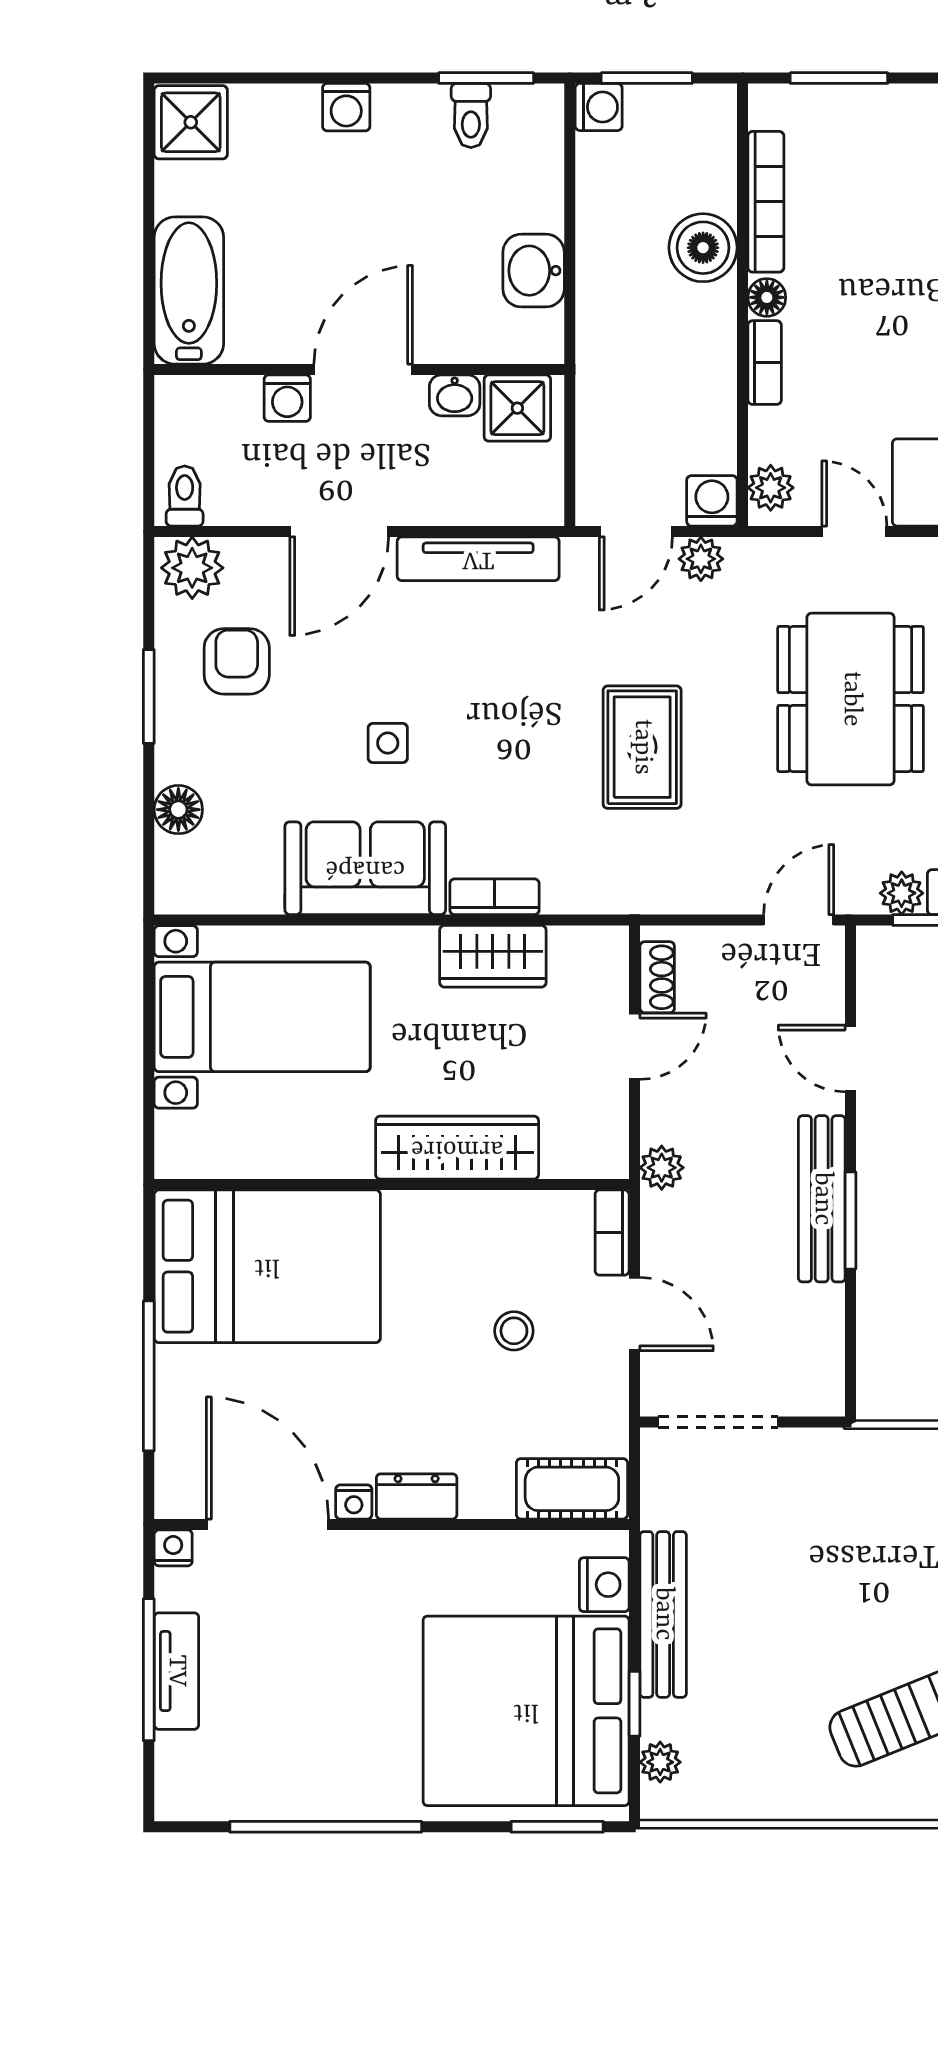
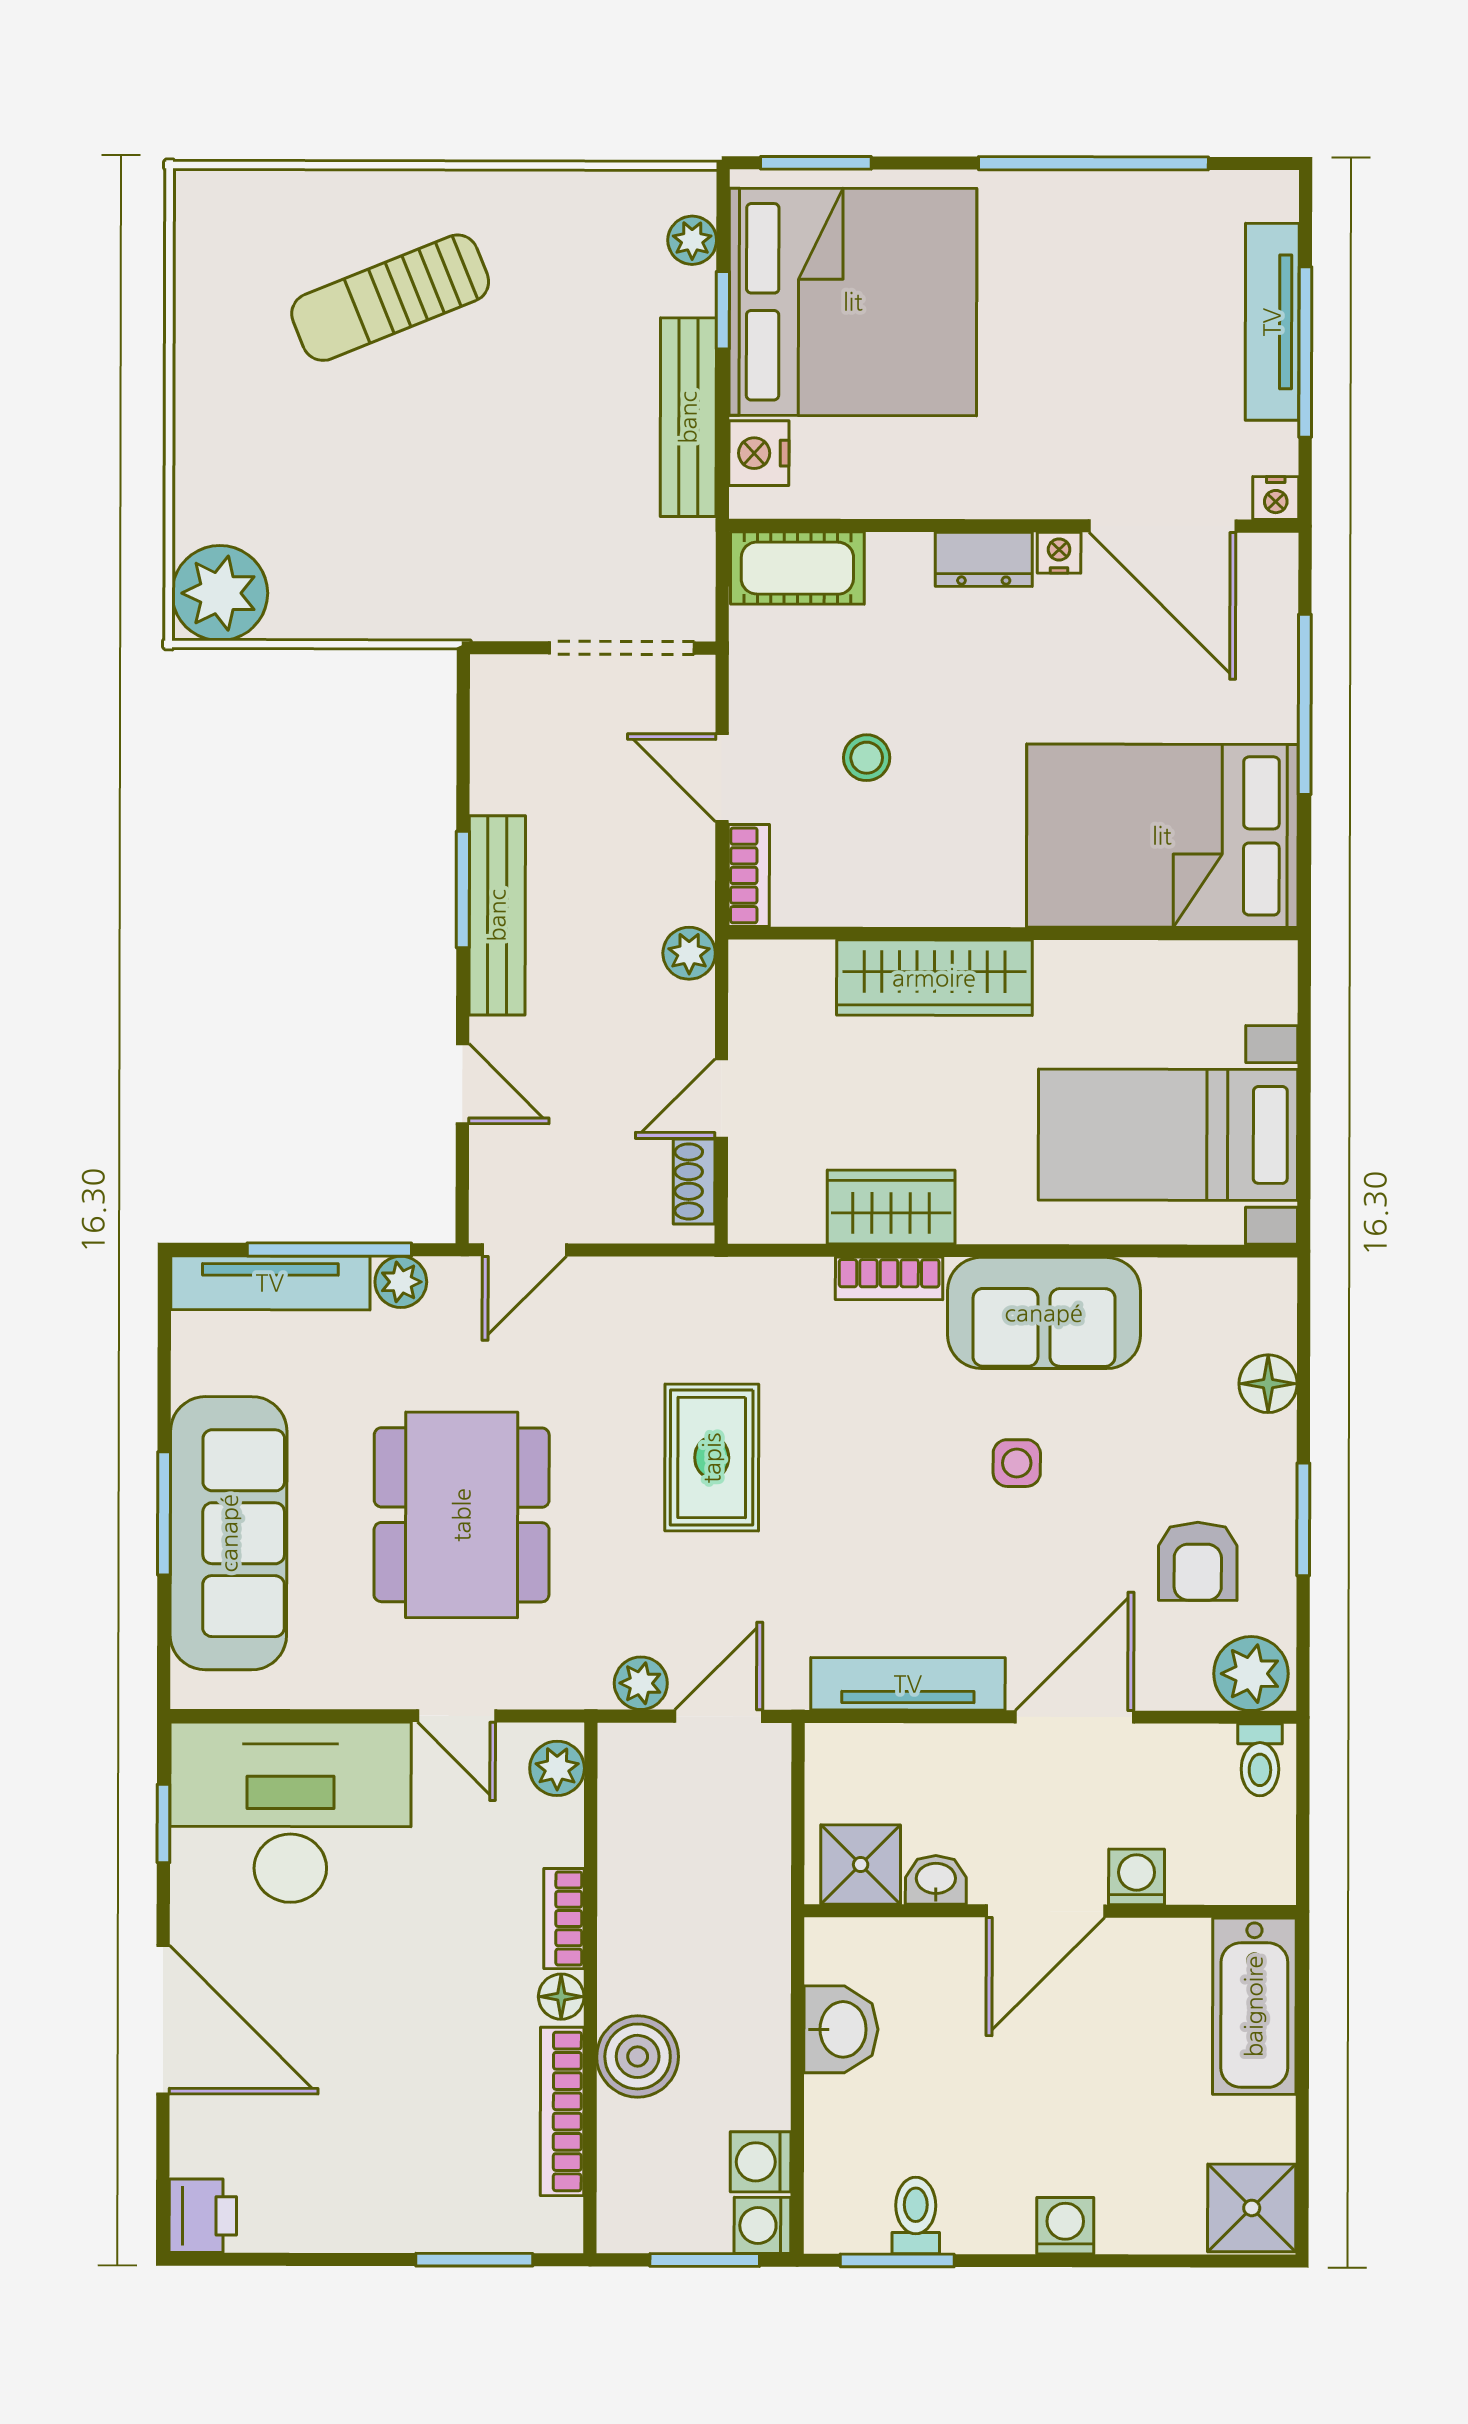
washing machine: (712, 501) -> (761, 2162), moved, turned 90
tv unit: (176, 1671) -> (1272, 322), width x1.41

